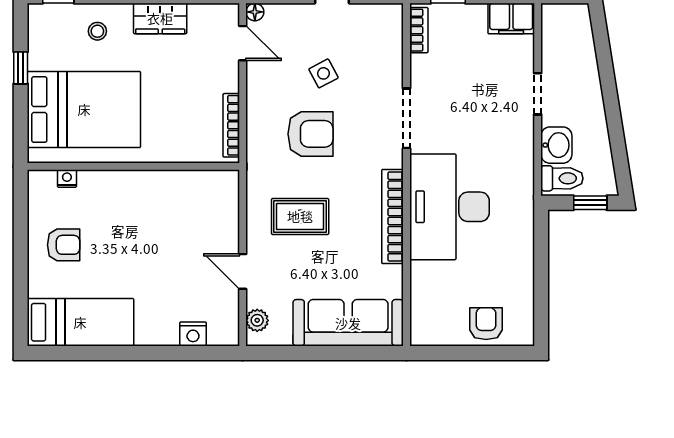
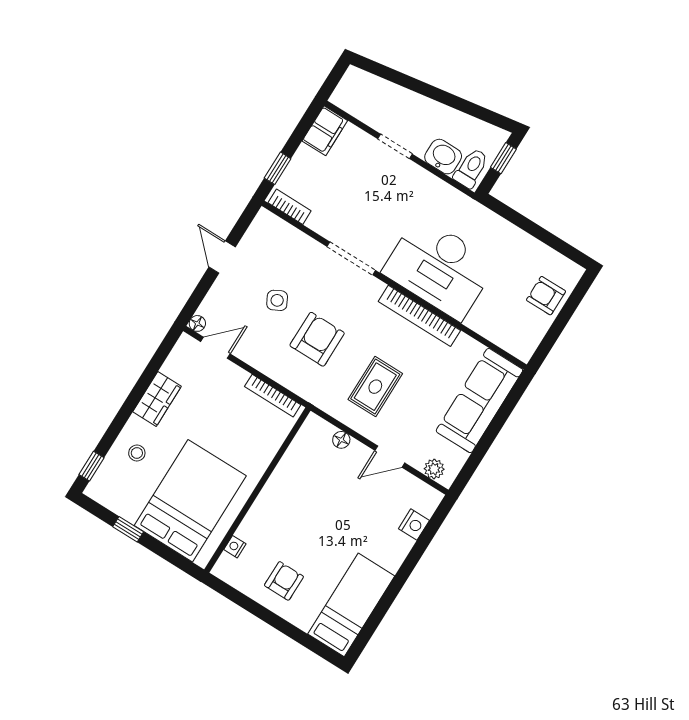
floor lamp: (230, 216) -> (341, 440), added

